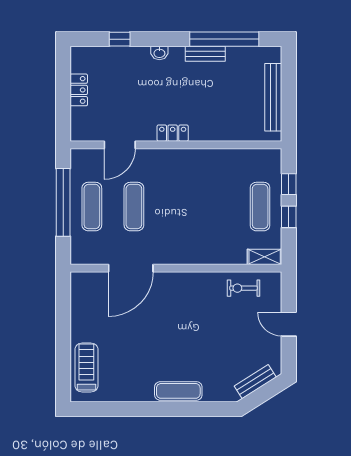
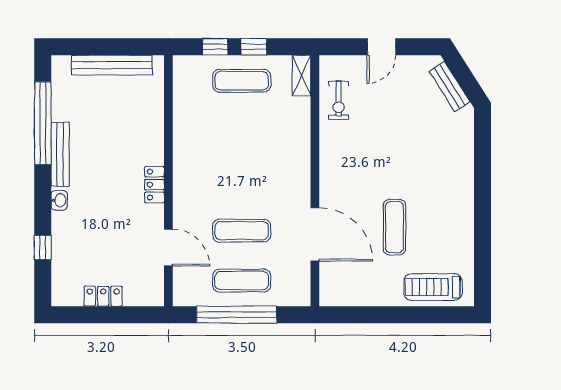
bench: (205, 54) -> (60, 154), width x1.36
exercise mat: (178, 391) -> (394, 227), moved

